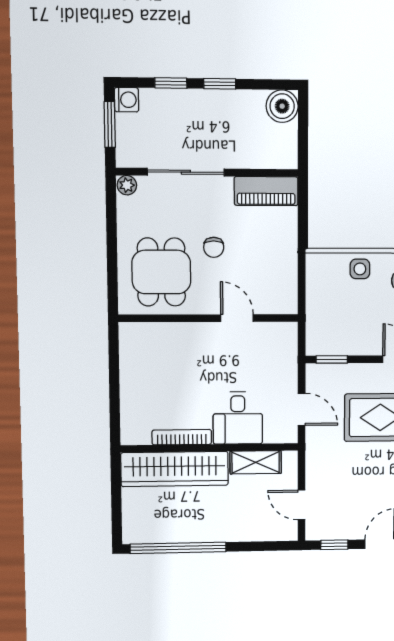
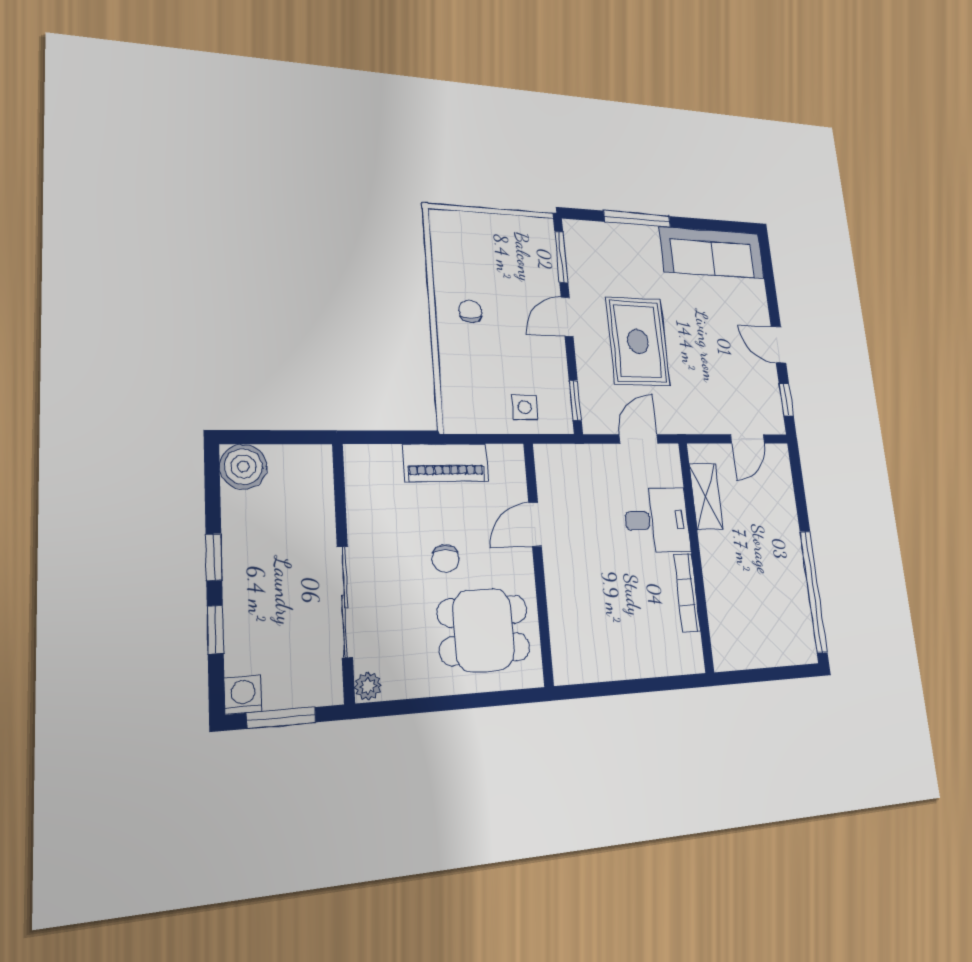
piano: (266, 191) -> (446, 463), moved, turned 90
chair: (214, 247) -> (445, 558), turned 90
side table: (360, 269) -> (525, 407), moved
wardrobe: (175, 469) -> (725, 600), removed

